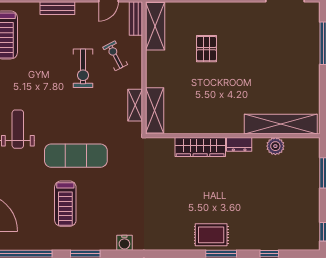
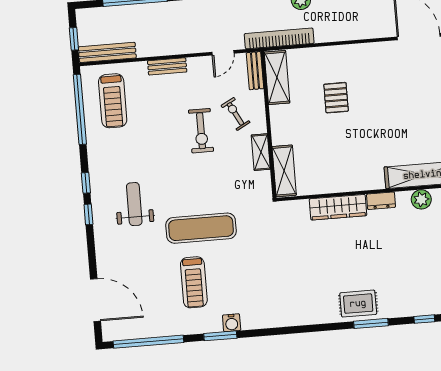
shelving: (135, 105) -> (261, 152), moved
water cooler: (124, 243) -> (232, 323), moved

